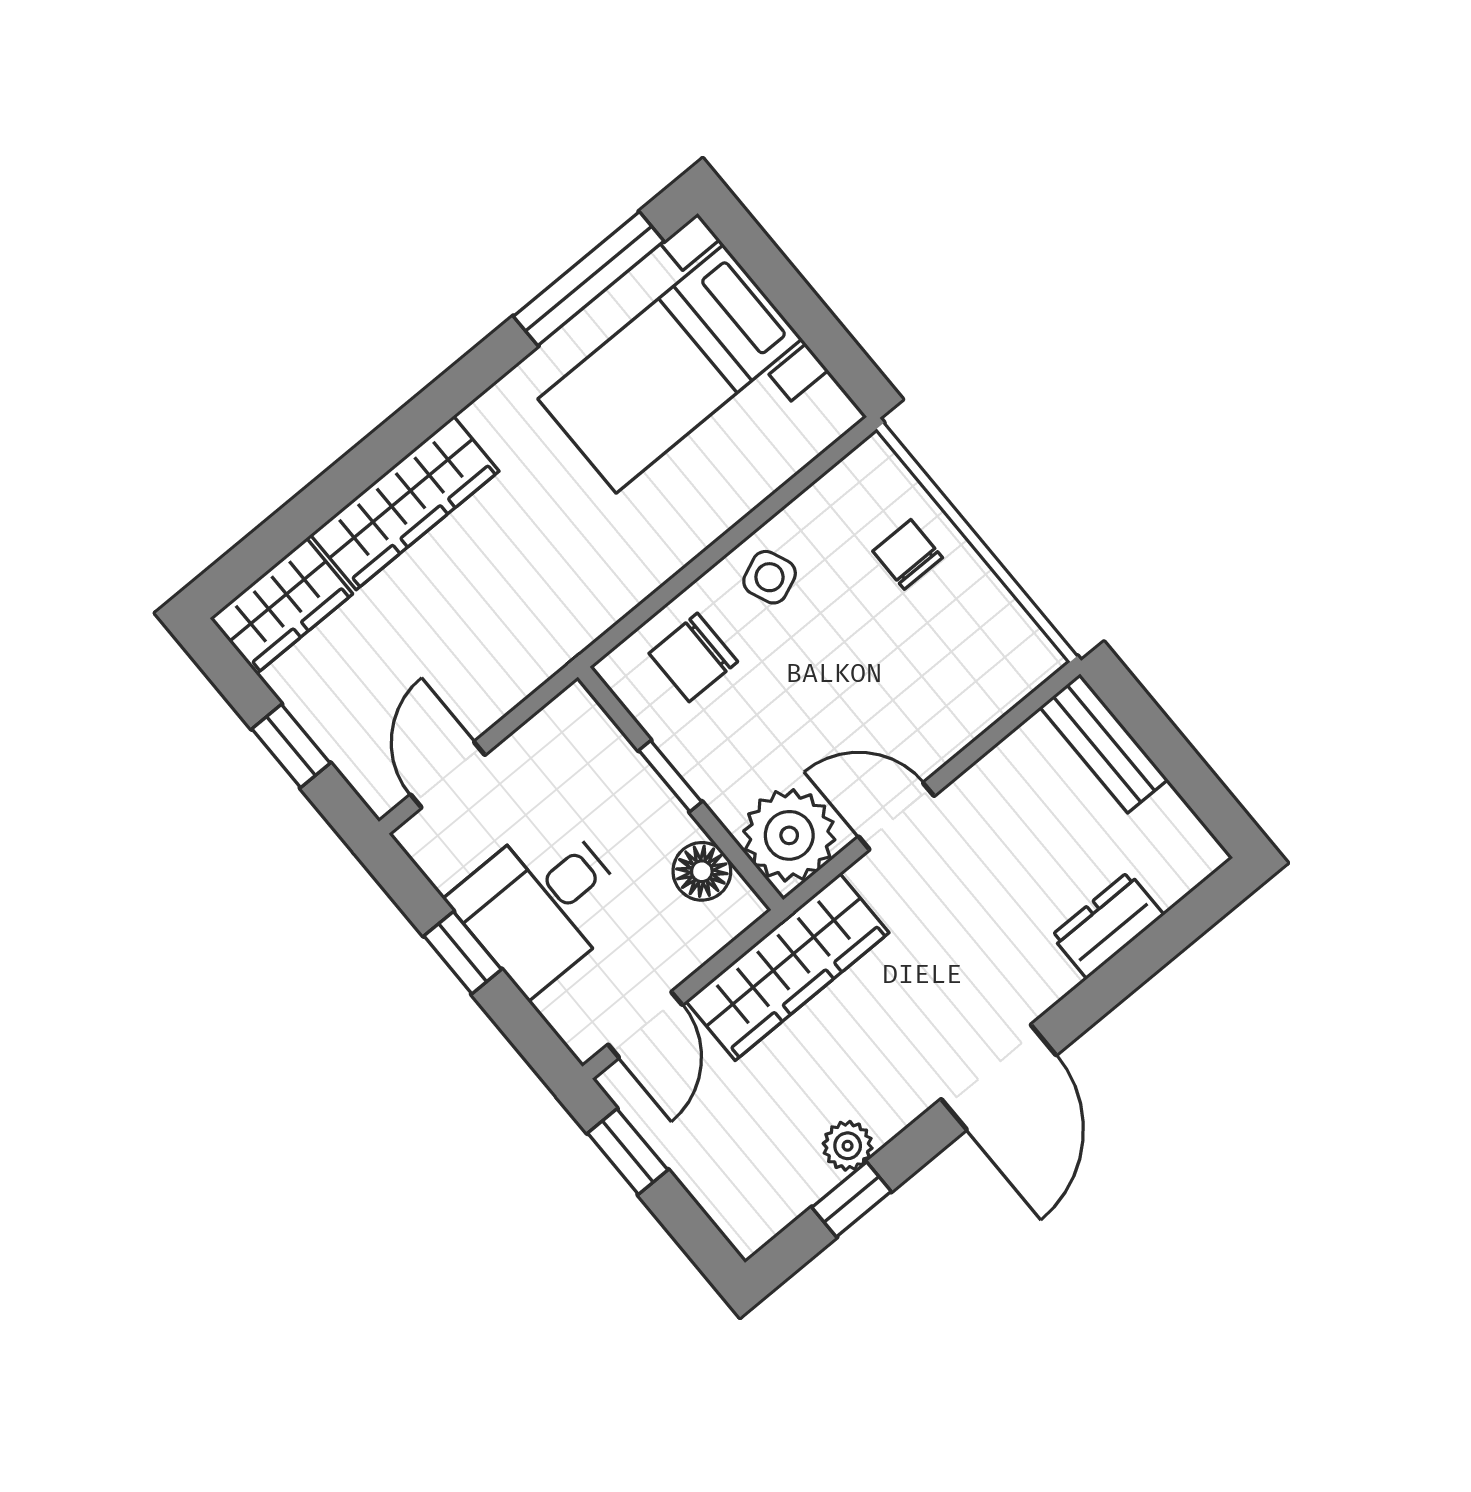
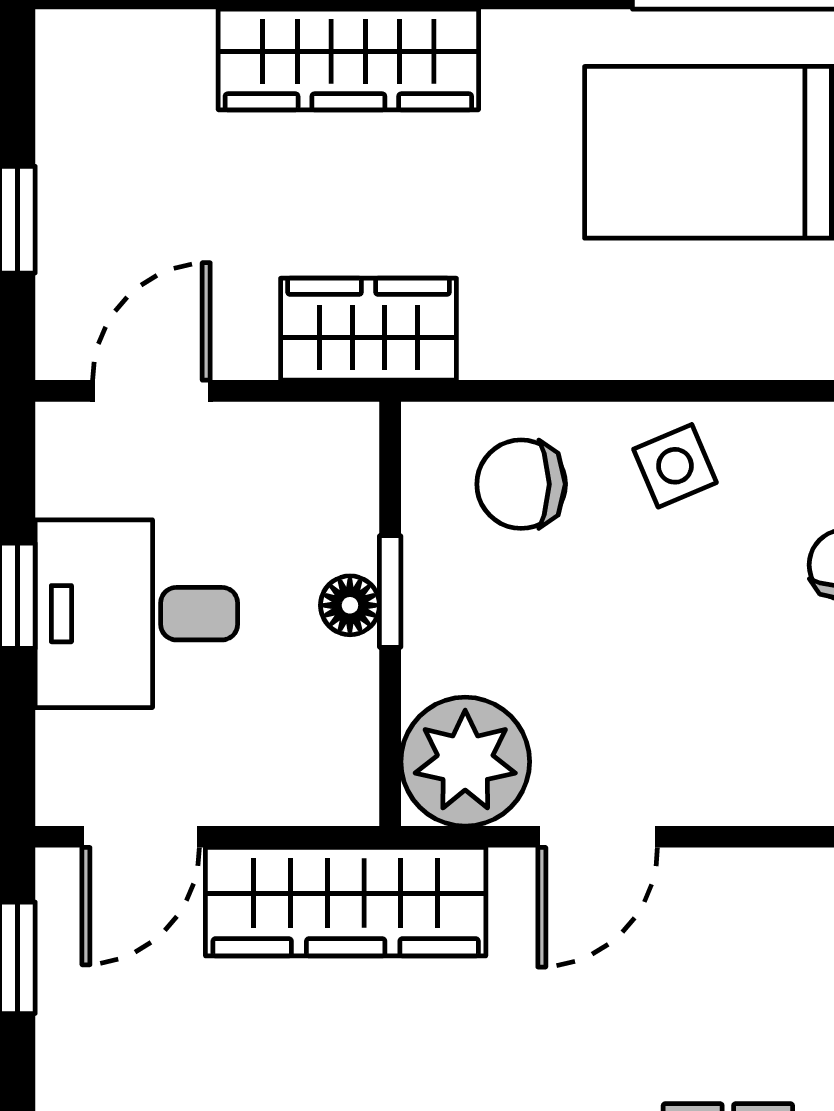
wardrobe: (281, 606) -> (369, 329), moved, turned 180
door: (896, 816) -> (598, 837), swing flipped
floor lamp: (702, 871) -> (350, 605), moved, width x0.73, depth x0.73

